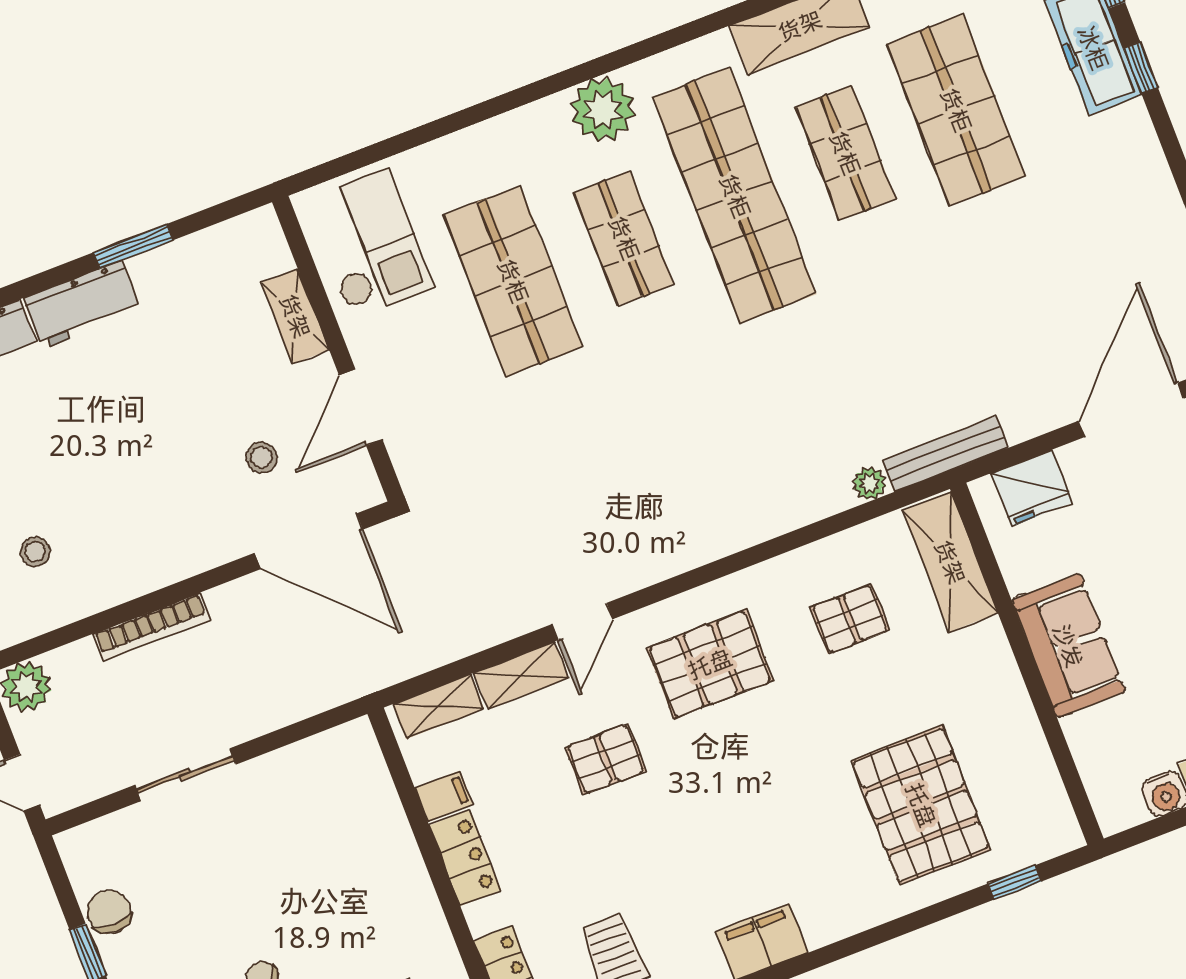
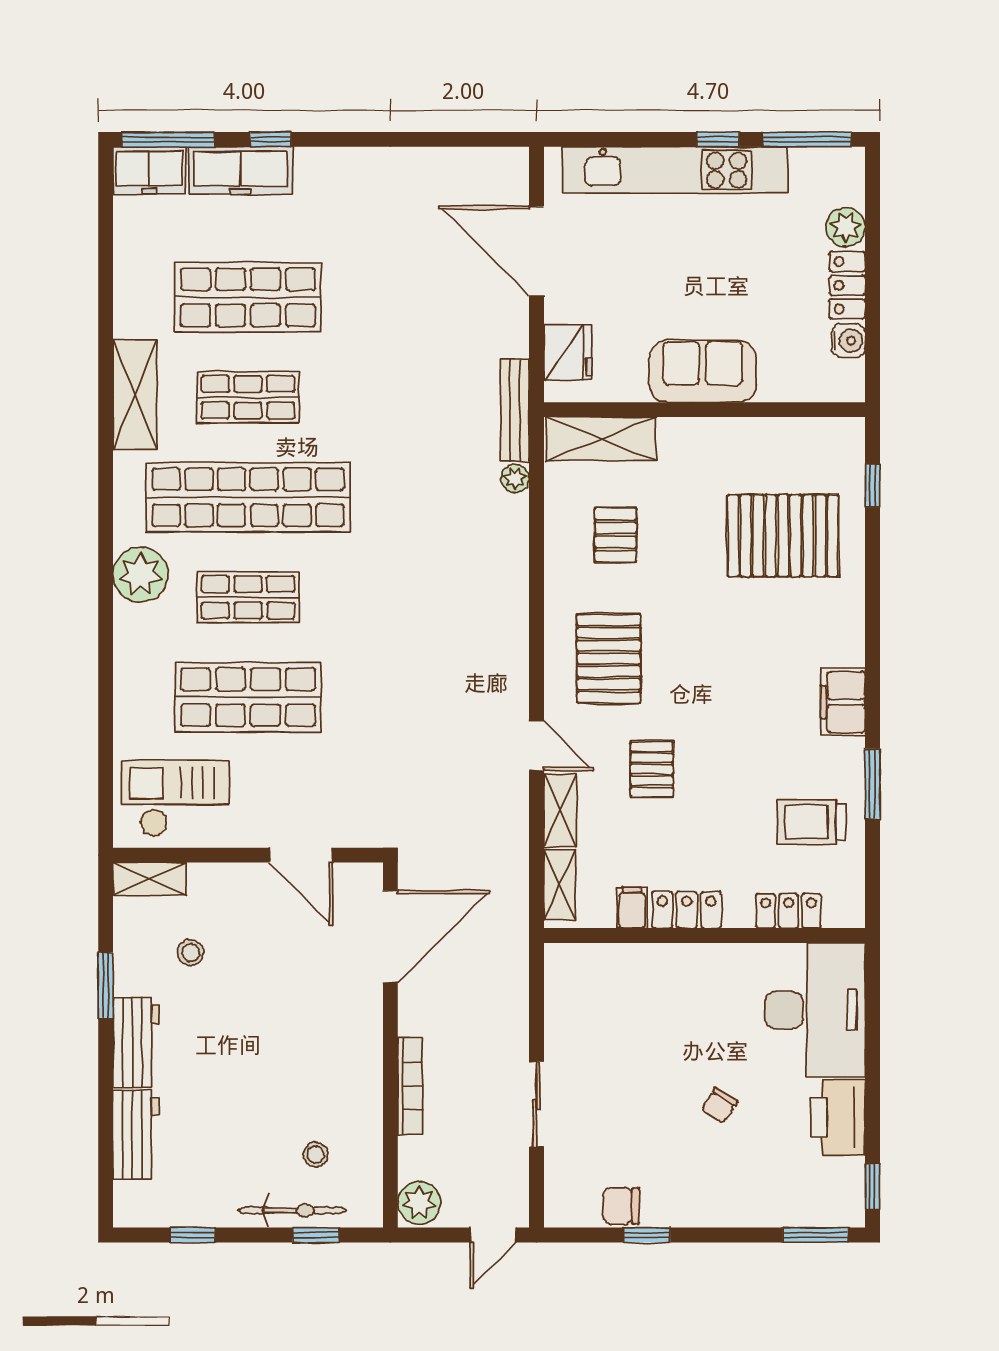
shelving: (295, 316) -> (150, 879), moved
stool: (262, 457) -> (191, 952), moved

